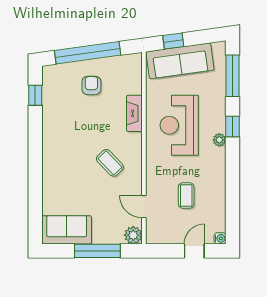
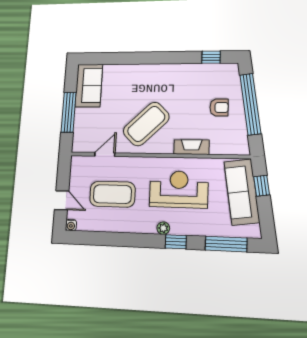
coffee table: (110, 163) -> (146, 124), width x1.86, depth x1.72
coffee table: (186, 196) -> (112, 194), width x1.86, depth x1.72
plant: (133, 235) -> (80, 144), removed

